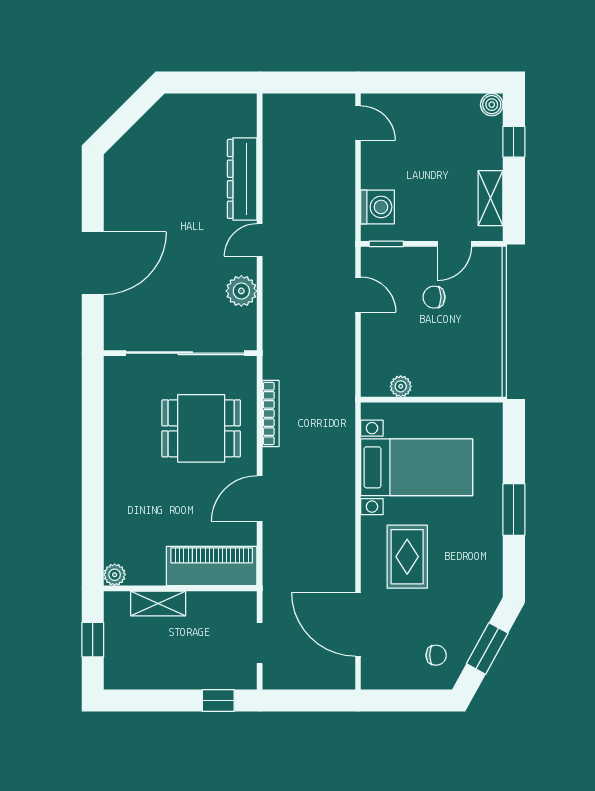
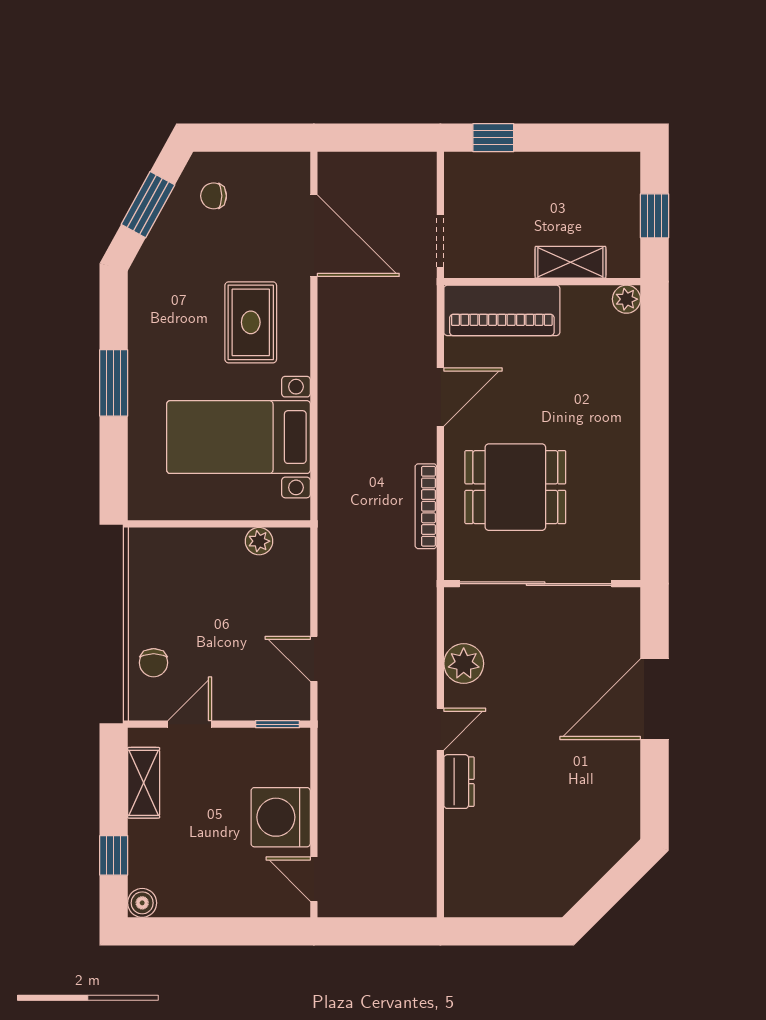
dresser: (242, 179) -> (459, 782), width x0.51, depth x0.80
washing machine: (378, 207) -> (281, 817), moved, width x1.37, depth x1.37
chair: (434, 297) -> (154, 663), moved, turned 90
doorway: (260, 643) -> (440, 241), moved

